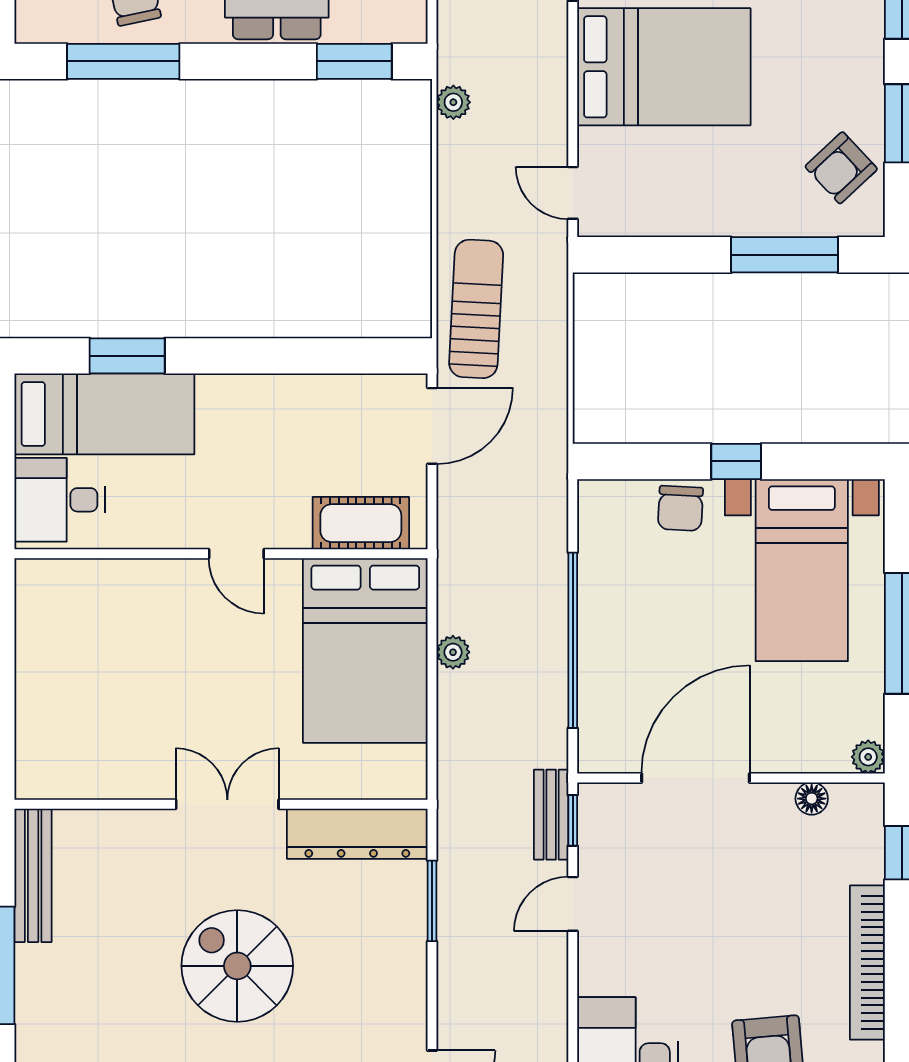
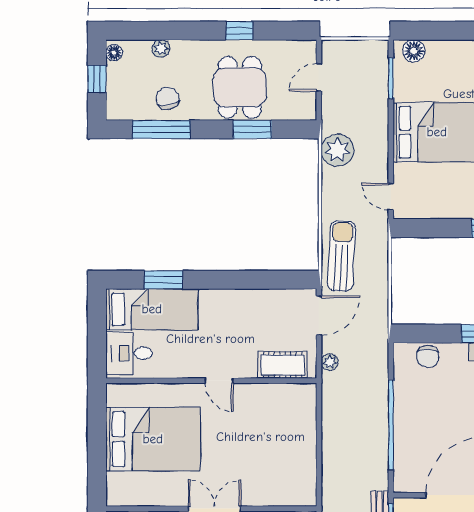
window: (354, 61) -> (252, 129), moved
plant: (453, 102) -> (337, 150), width x1.88, depth x1.88
chair: (680, 508) -> (428, 356), moved
bed: (365, 651) -> (153, 439), moved, turned -90
plant: (453, 652) -> (330, 362), moved

